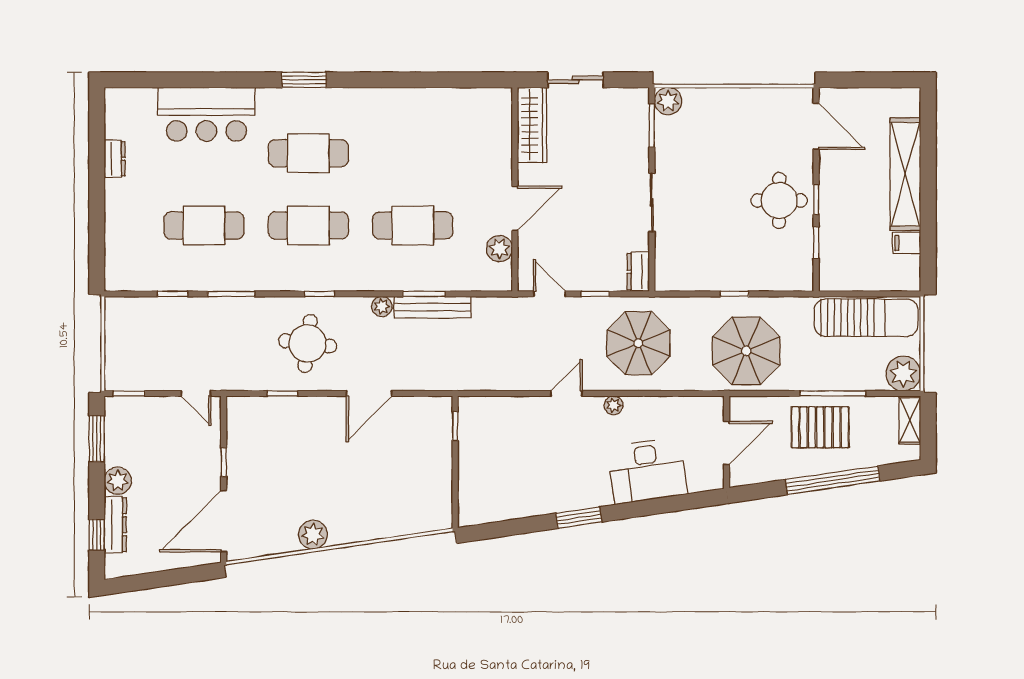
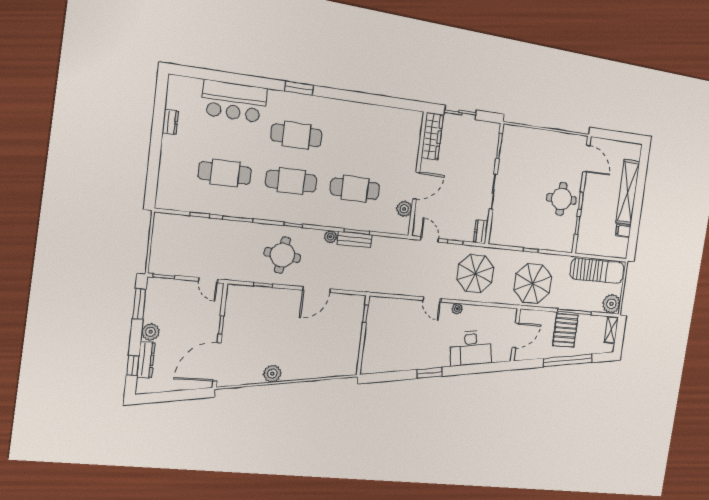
plant: (668, 101) -> (510, 133), removed
bench: (433, 307) -> (355, 240), width x0.73
door: (567, 393) -> (432, 299), swing flipped
pallet: (820, 427) -> (565, 330), turned 90

